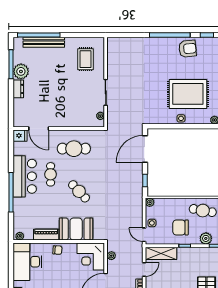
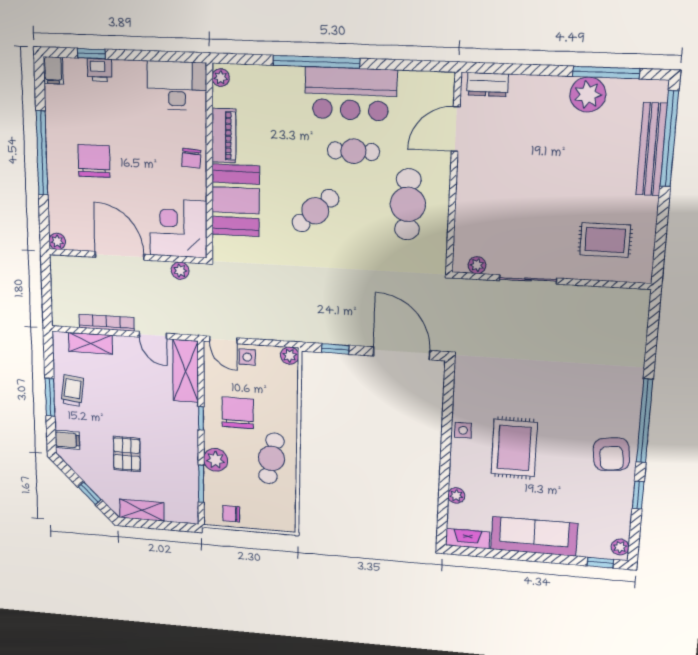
dresser: (18, 89) -> (488, 85), moved
rug: (188, 94) -> (514, 448), width x0.73, depth x0.69
fridge: (20, 136) -> (442, 87), removed
door: (144, 235) -> (223, 340), swing flipped
desk: (27, 262) -> (177, 86), width x0.73, depth x0.77

